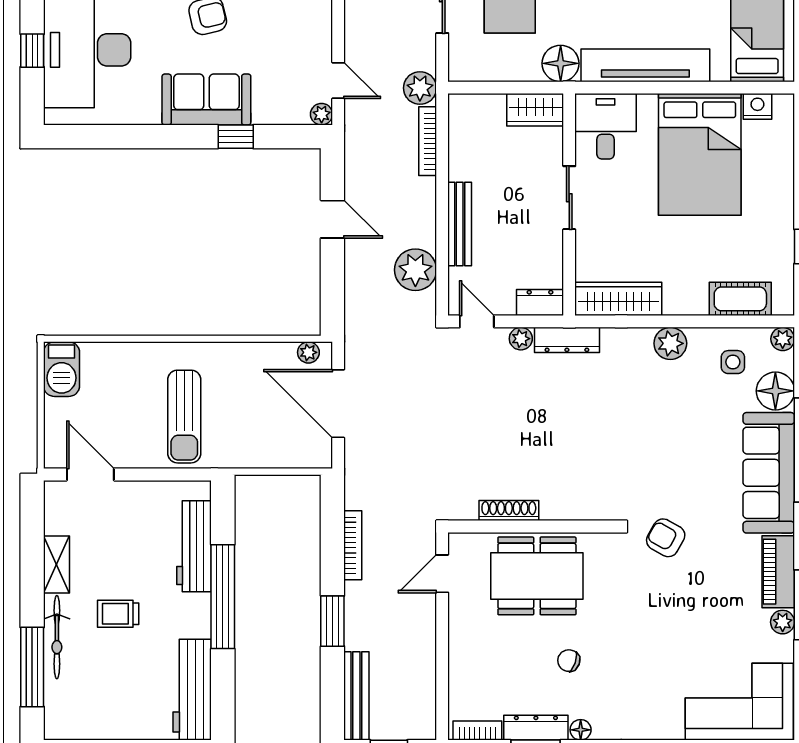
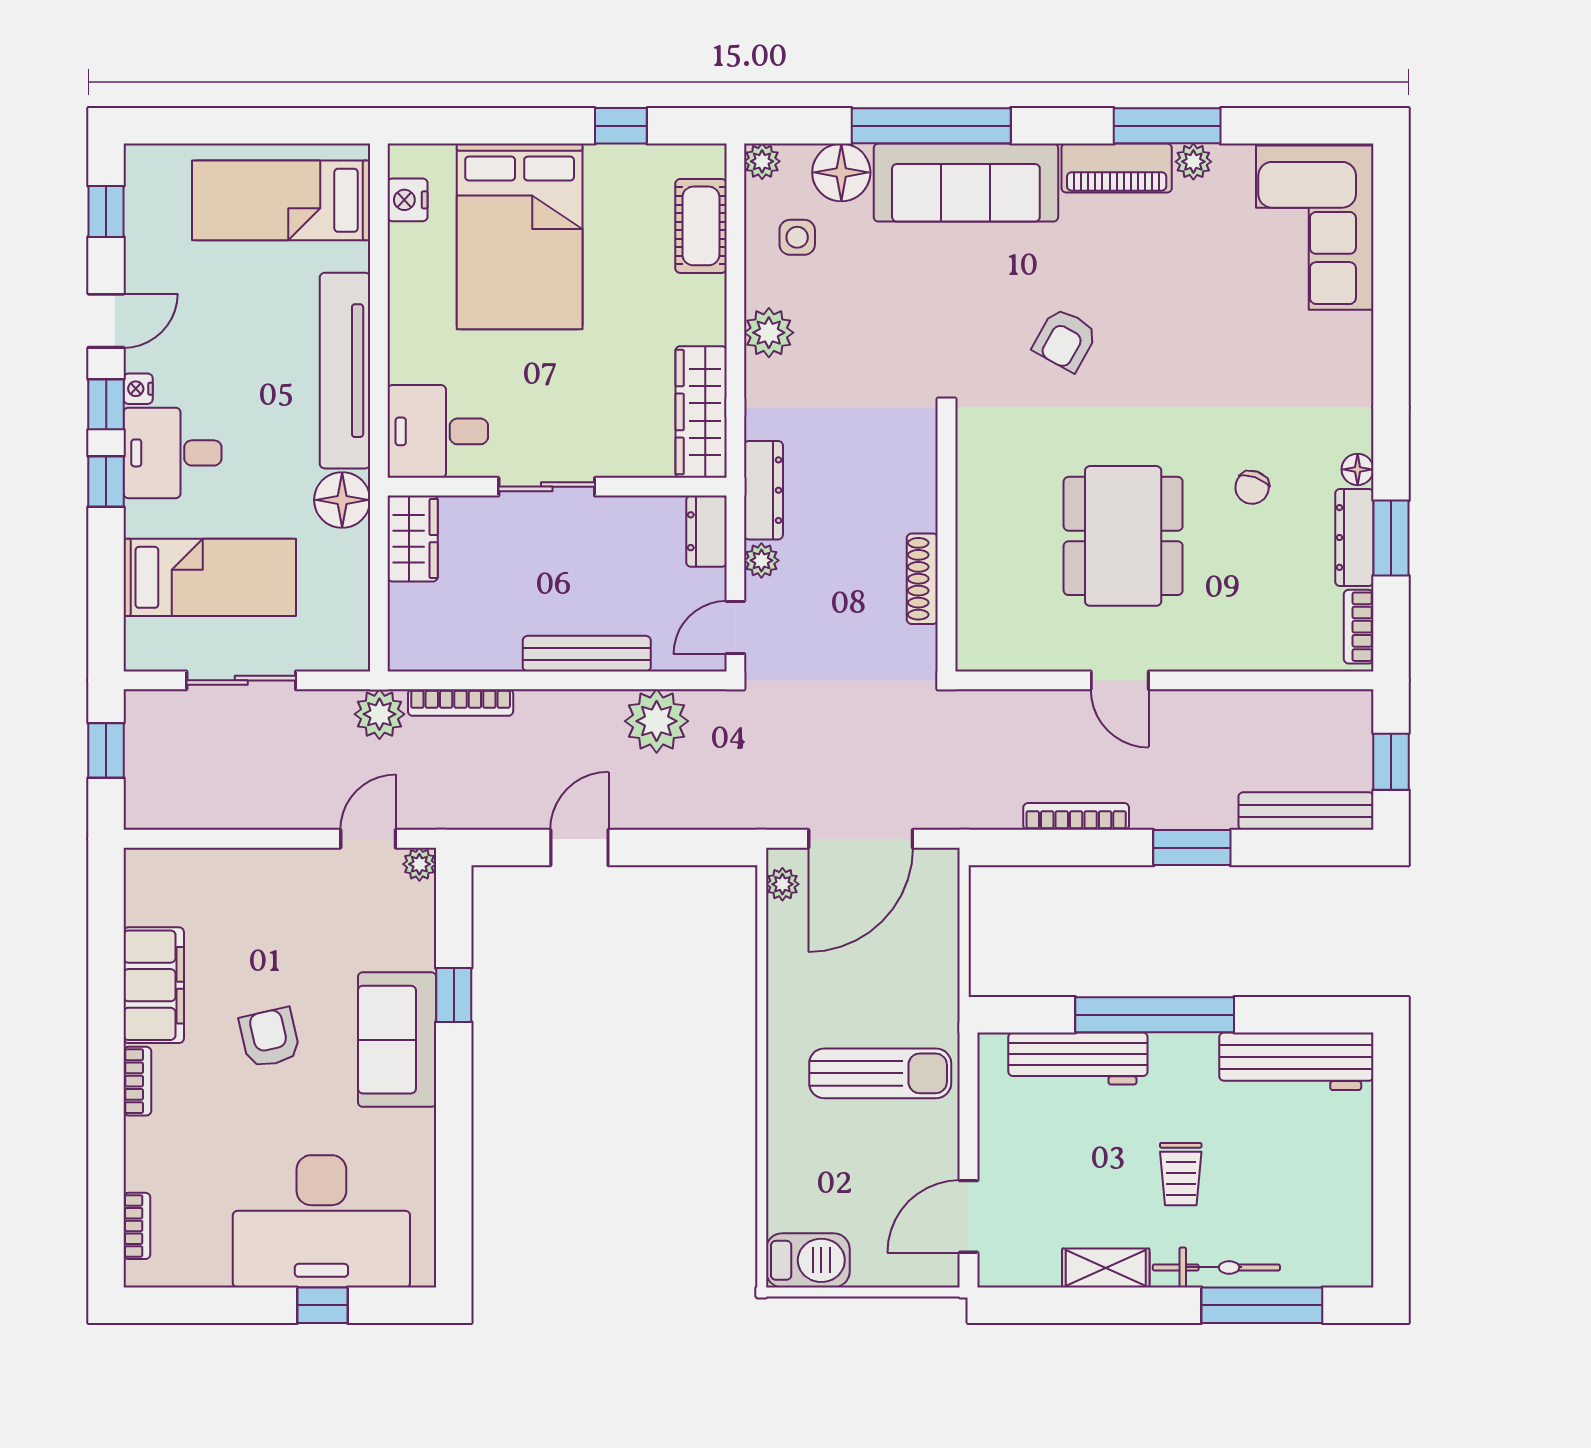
bed: (700, 154) -> (520, 236), moved, turned 90
shoe rack: (509, 511) -> (922, 579), moved
wall: (532, 526) -> (947, 544), moved

